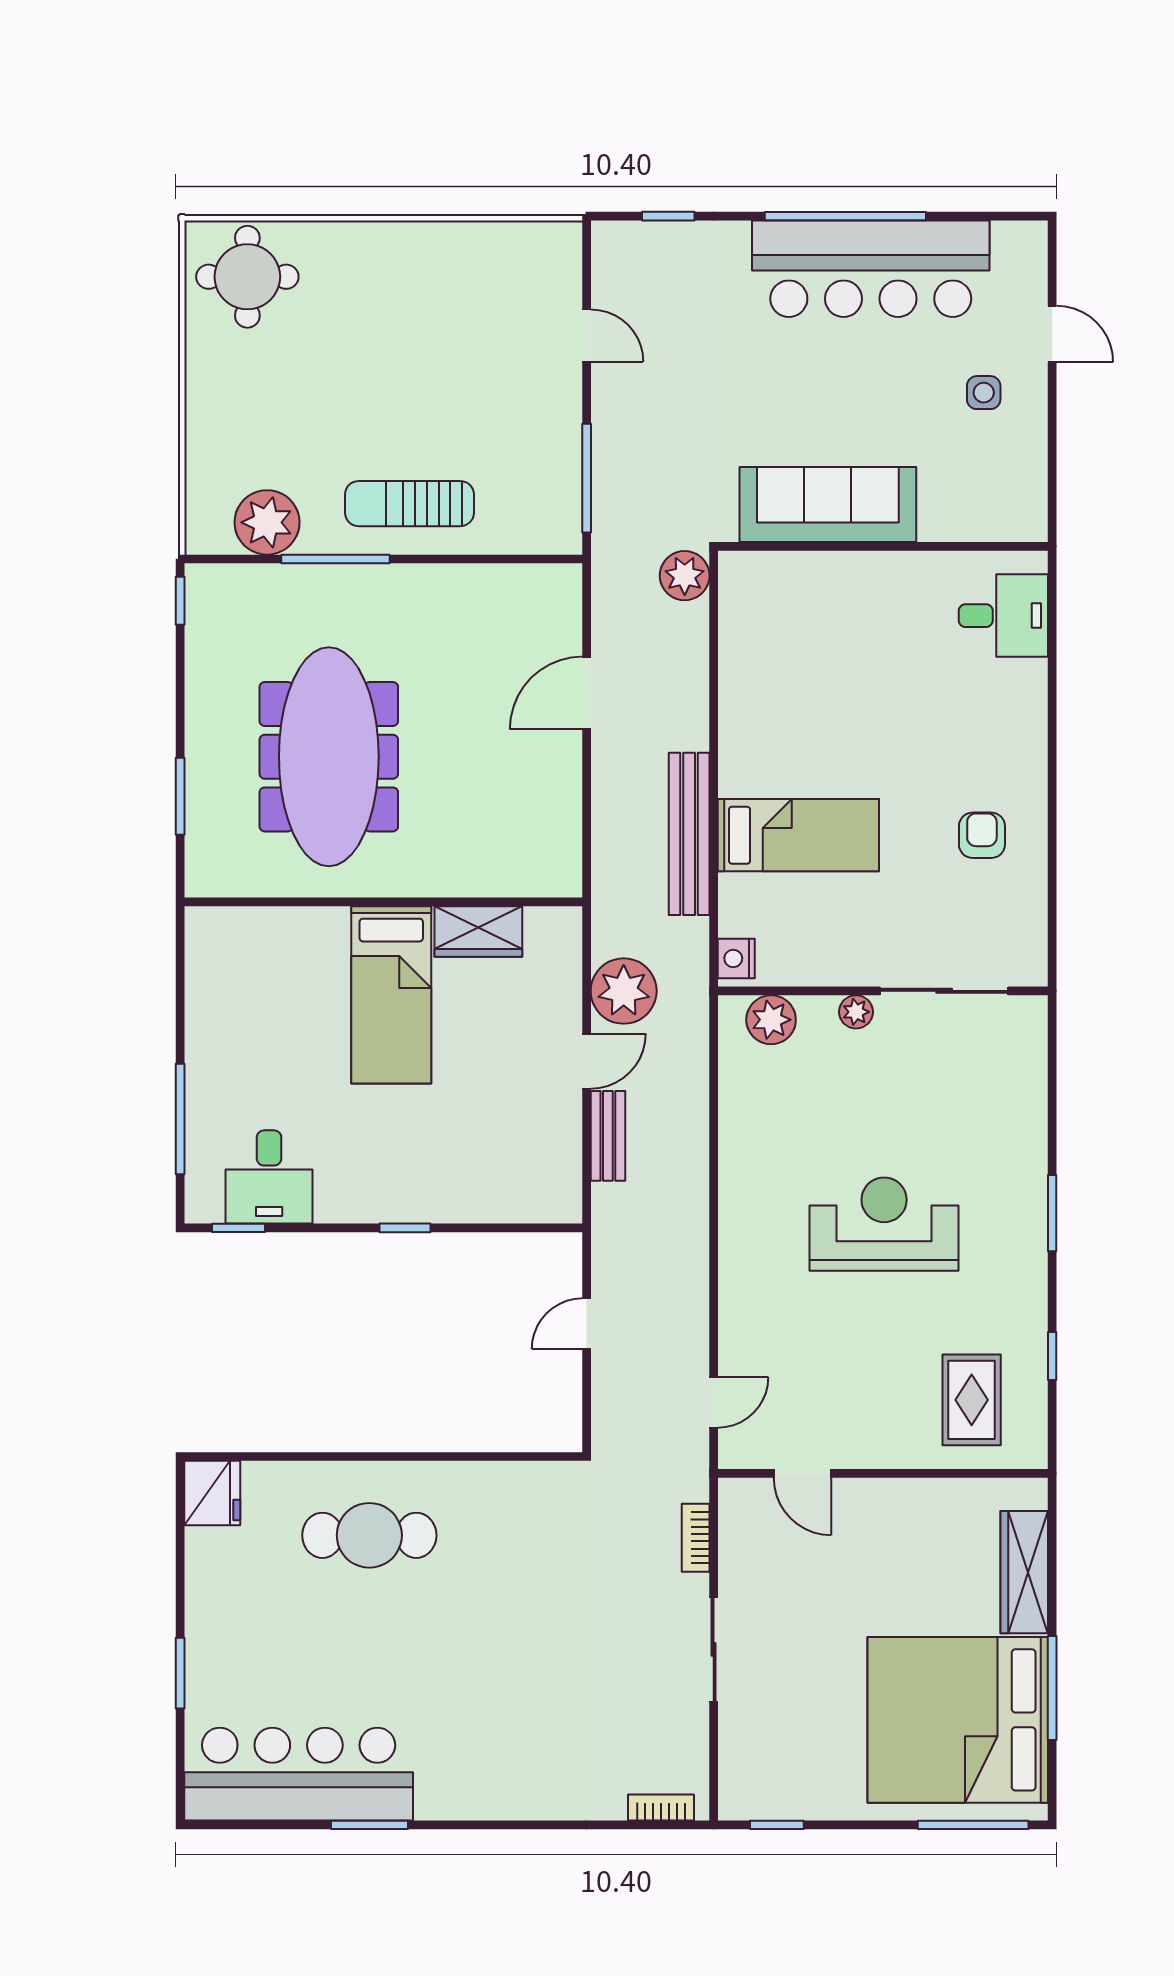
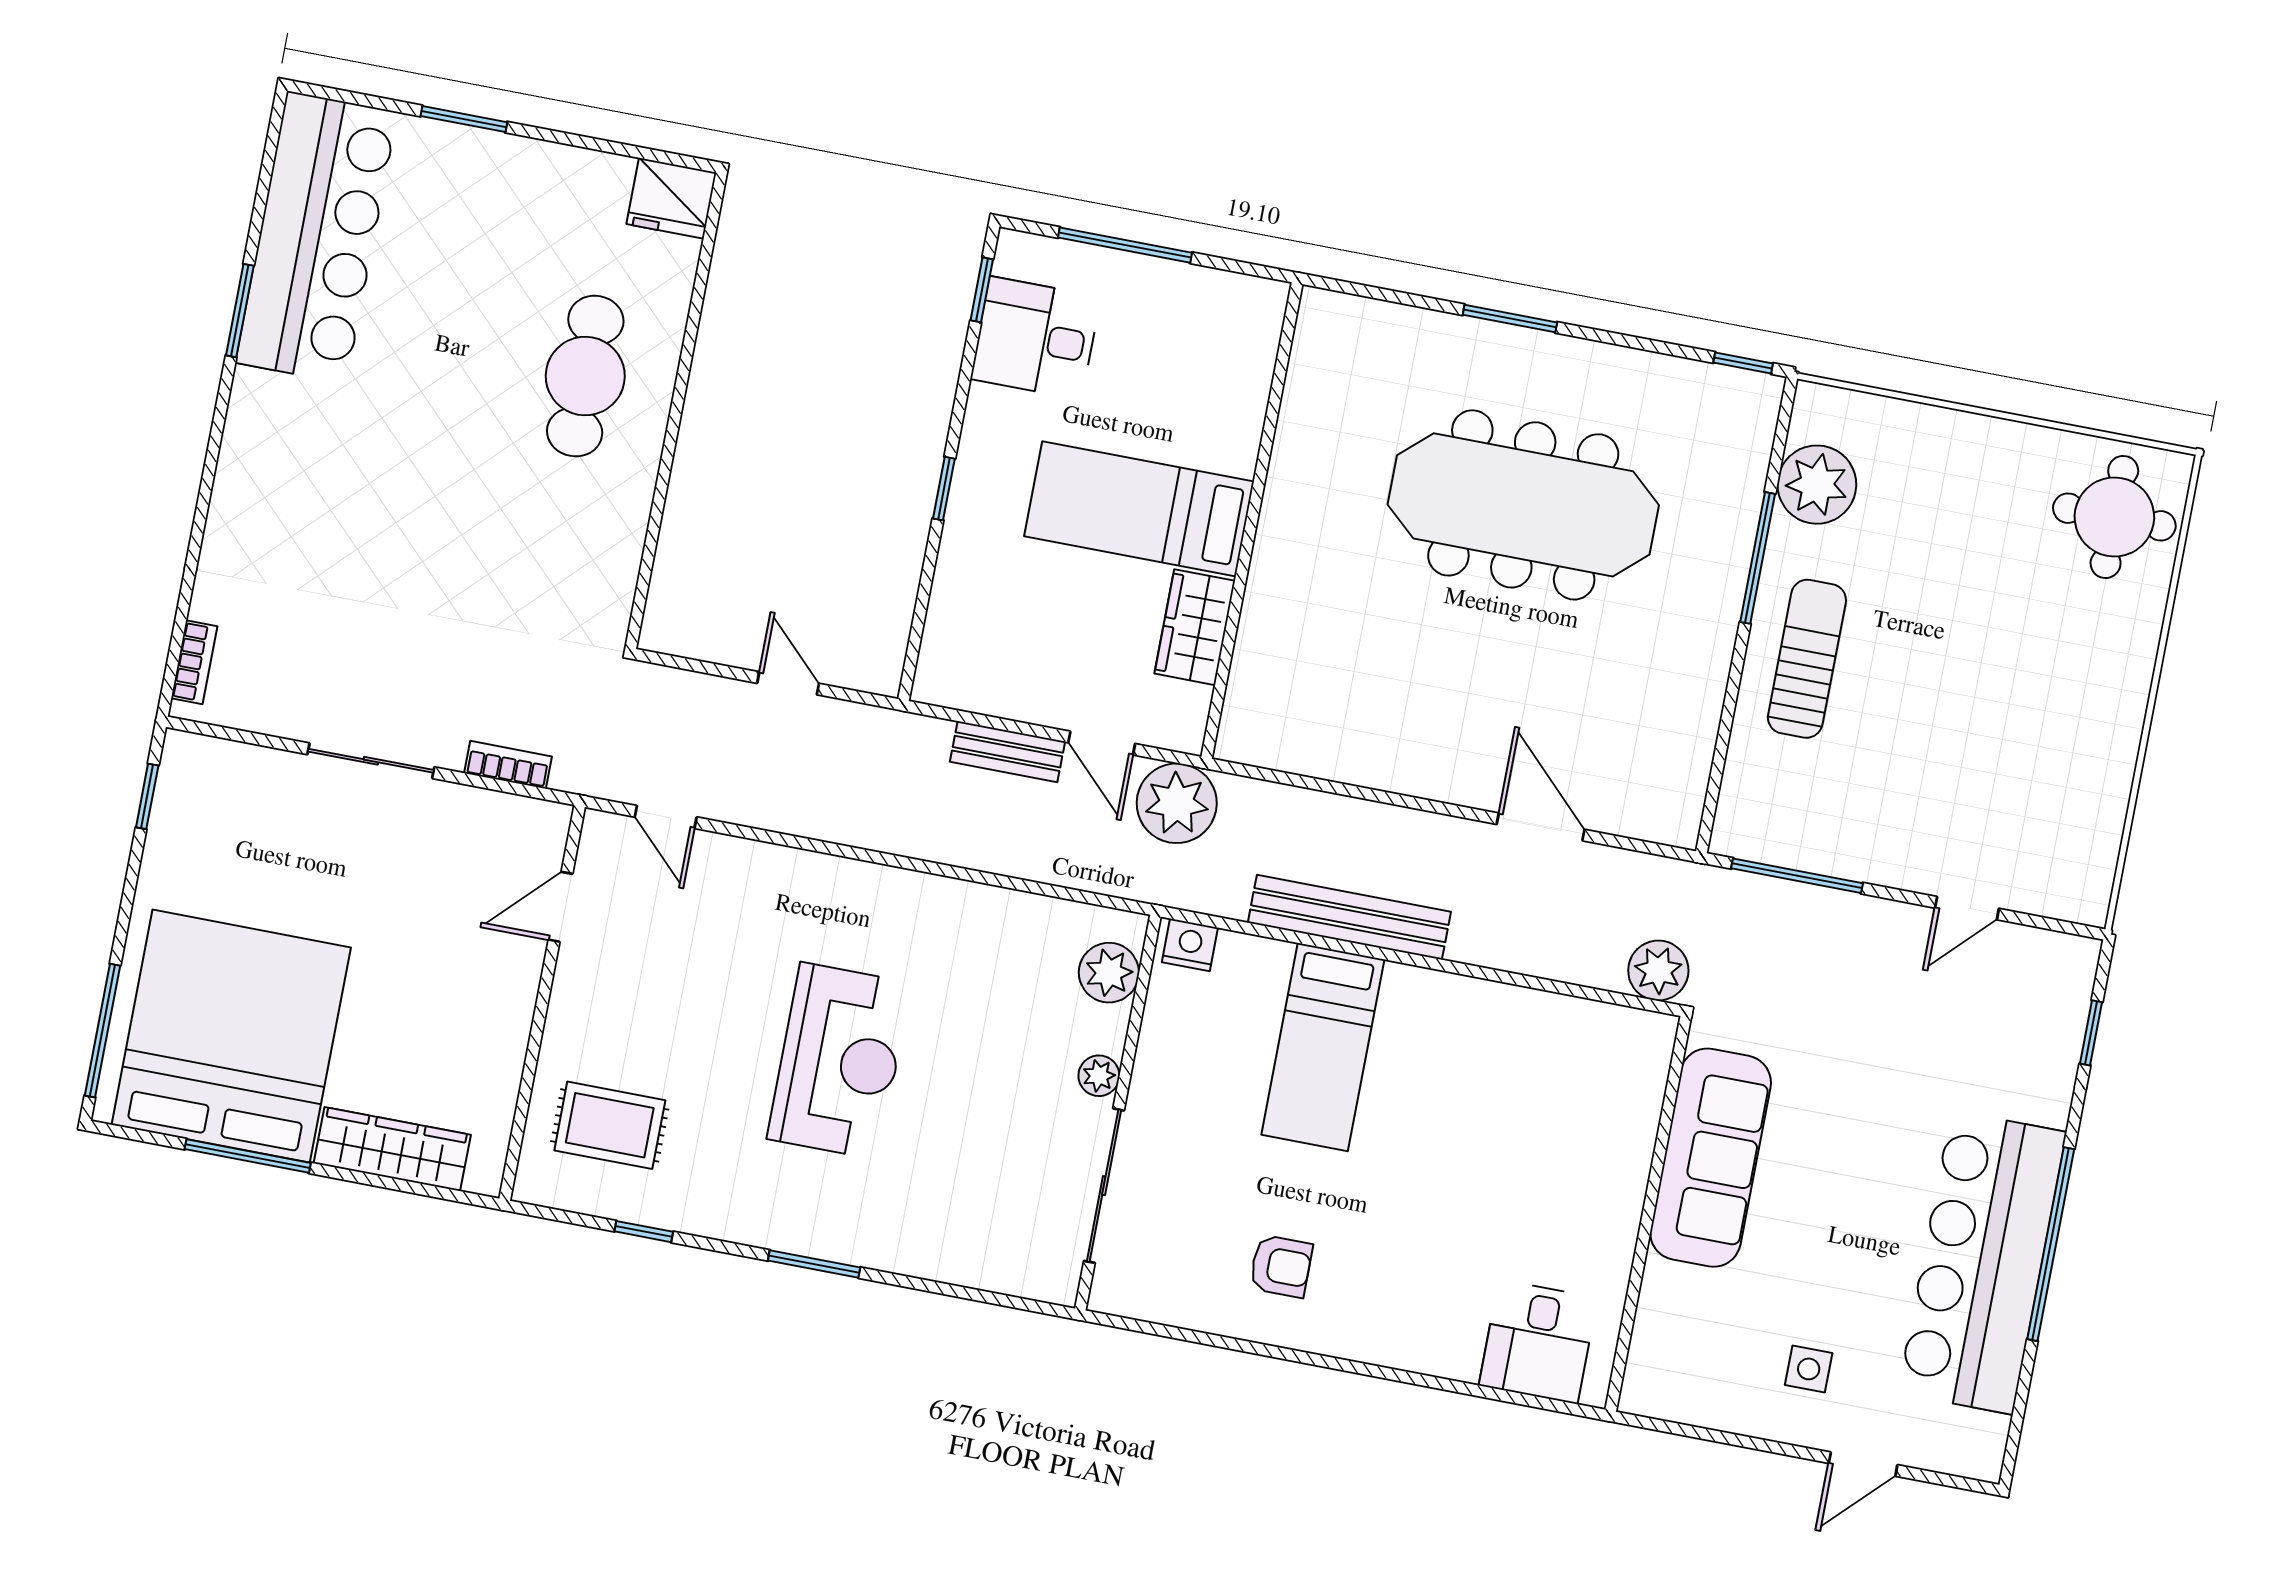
wall: (383, 902) -> (1252, 521), moved
wardrobe: (478, 932) -> (1195, 627), moved
bed: (391, 995) -> (1139, 509), moved

